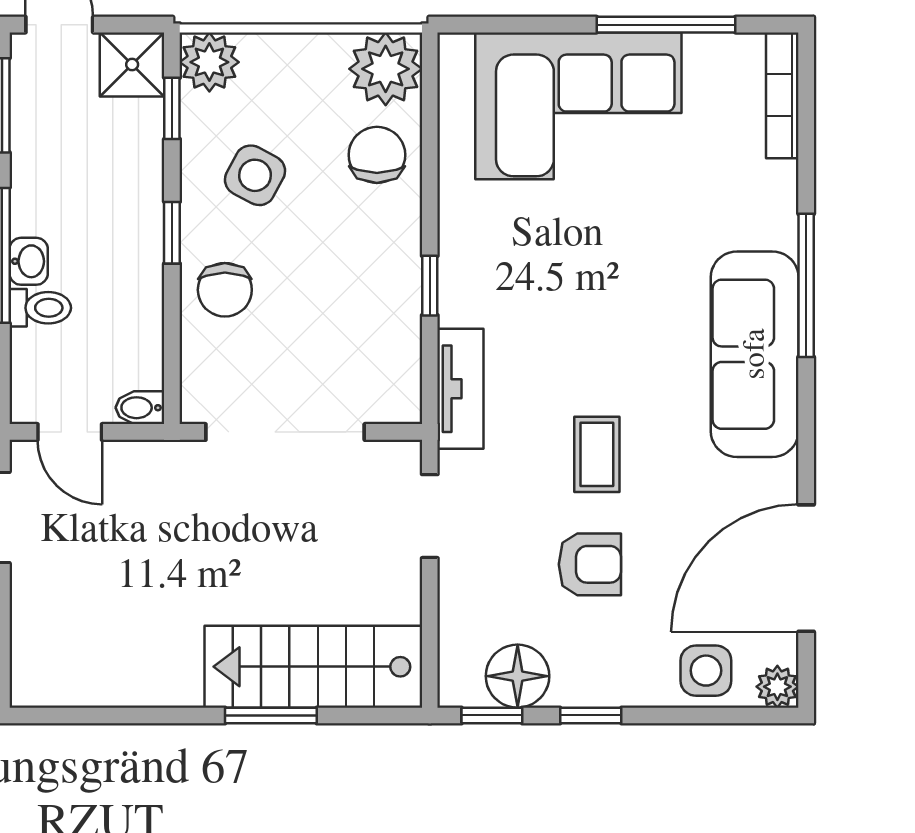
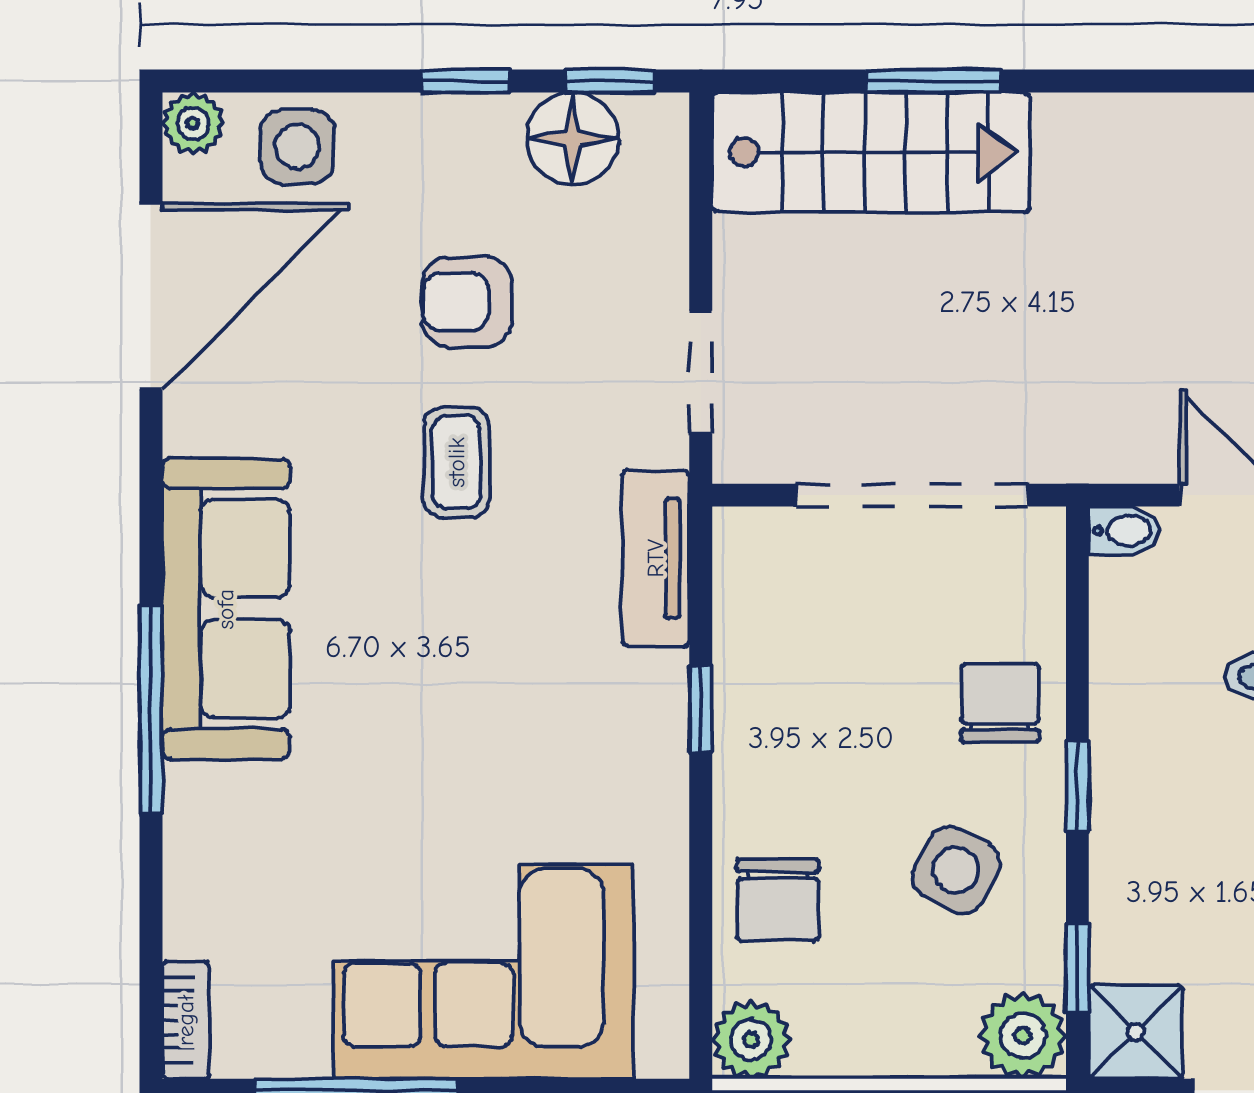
plant: (386, 69) -> (751, 1040), width x0.73, depth x0.73
bookcase: (782, 95) -> (186, 1020), width x0.64

